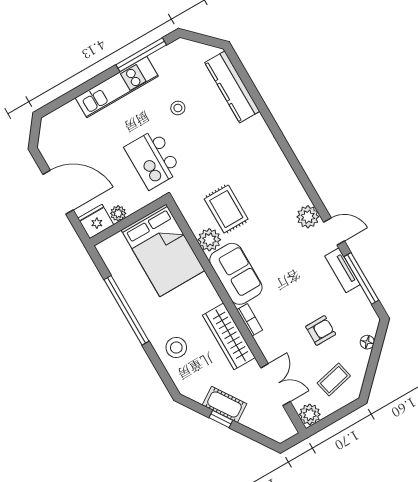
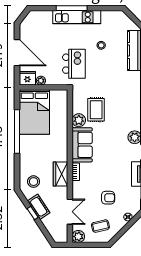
window: (141, 55) -> (72, 8), moved
kitchen island: (153, 159) -> (74, 64), turned 180
bed: (163, 250) -> (34, 112), moved
wardrobe: (229, 336) -> (61, 174), width x0.67
stool: (176, 347) -> (34, 182), moved

